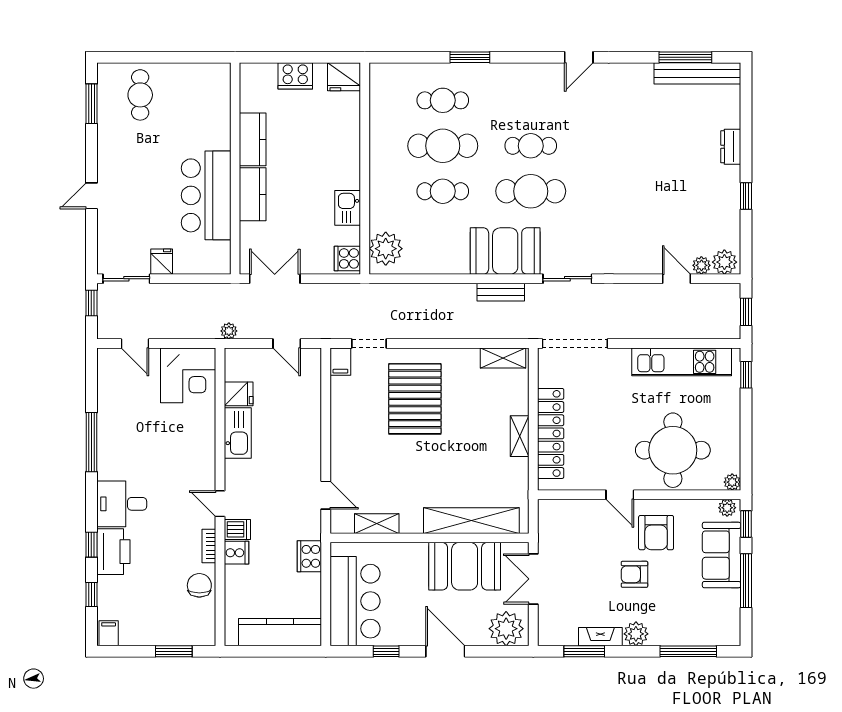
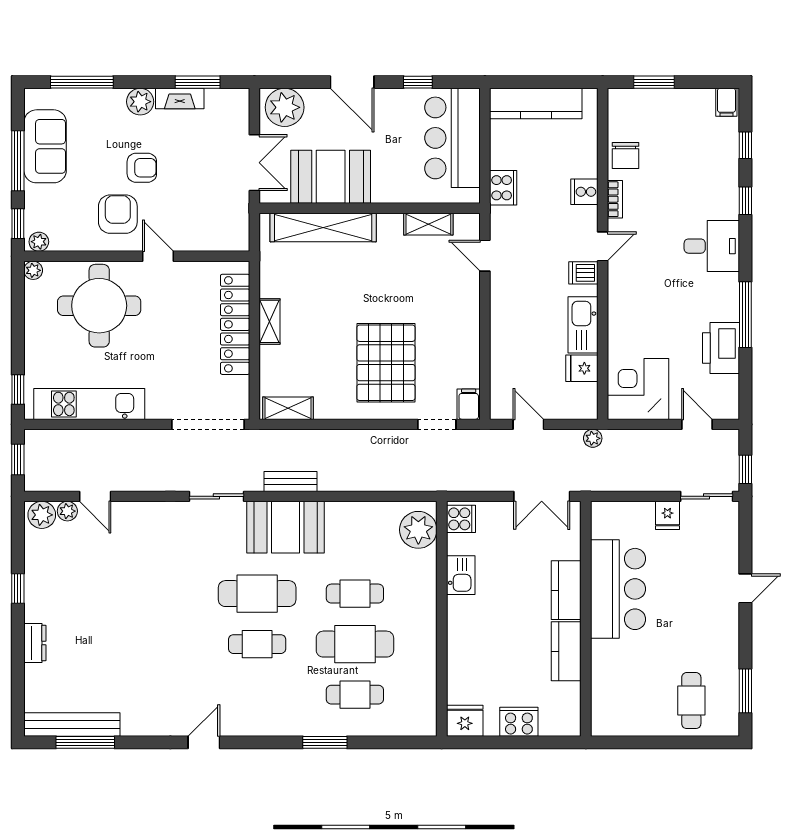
door: (220, 504) -> (603, 246), hinge flipped
dishwasher: (237, 529) -> (583, 273), moved
printer: (113, 552) -> (721, 348), moved
sofa: (722, 555) -> (45, 146), moved

